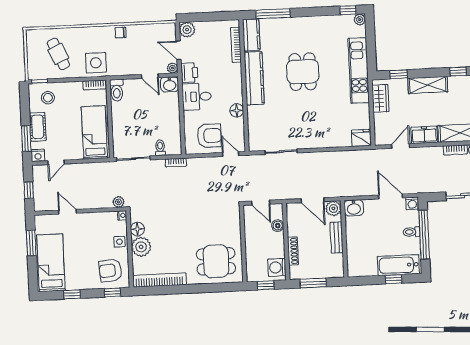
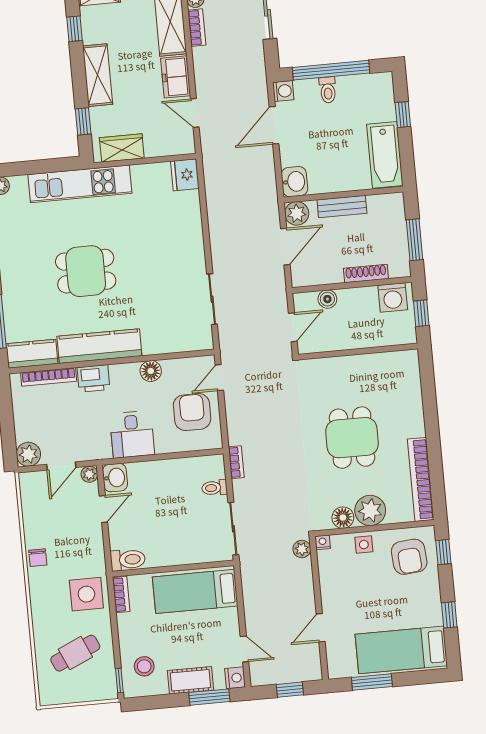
printer: (189, 73) -> (93, 378), moved, turned 180
dining table: (216, 261) -> (352, 438), moved
bathtub: (398, 265) -> (385, 155), moved

